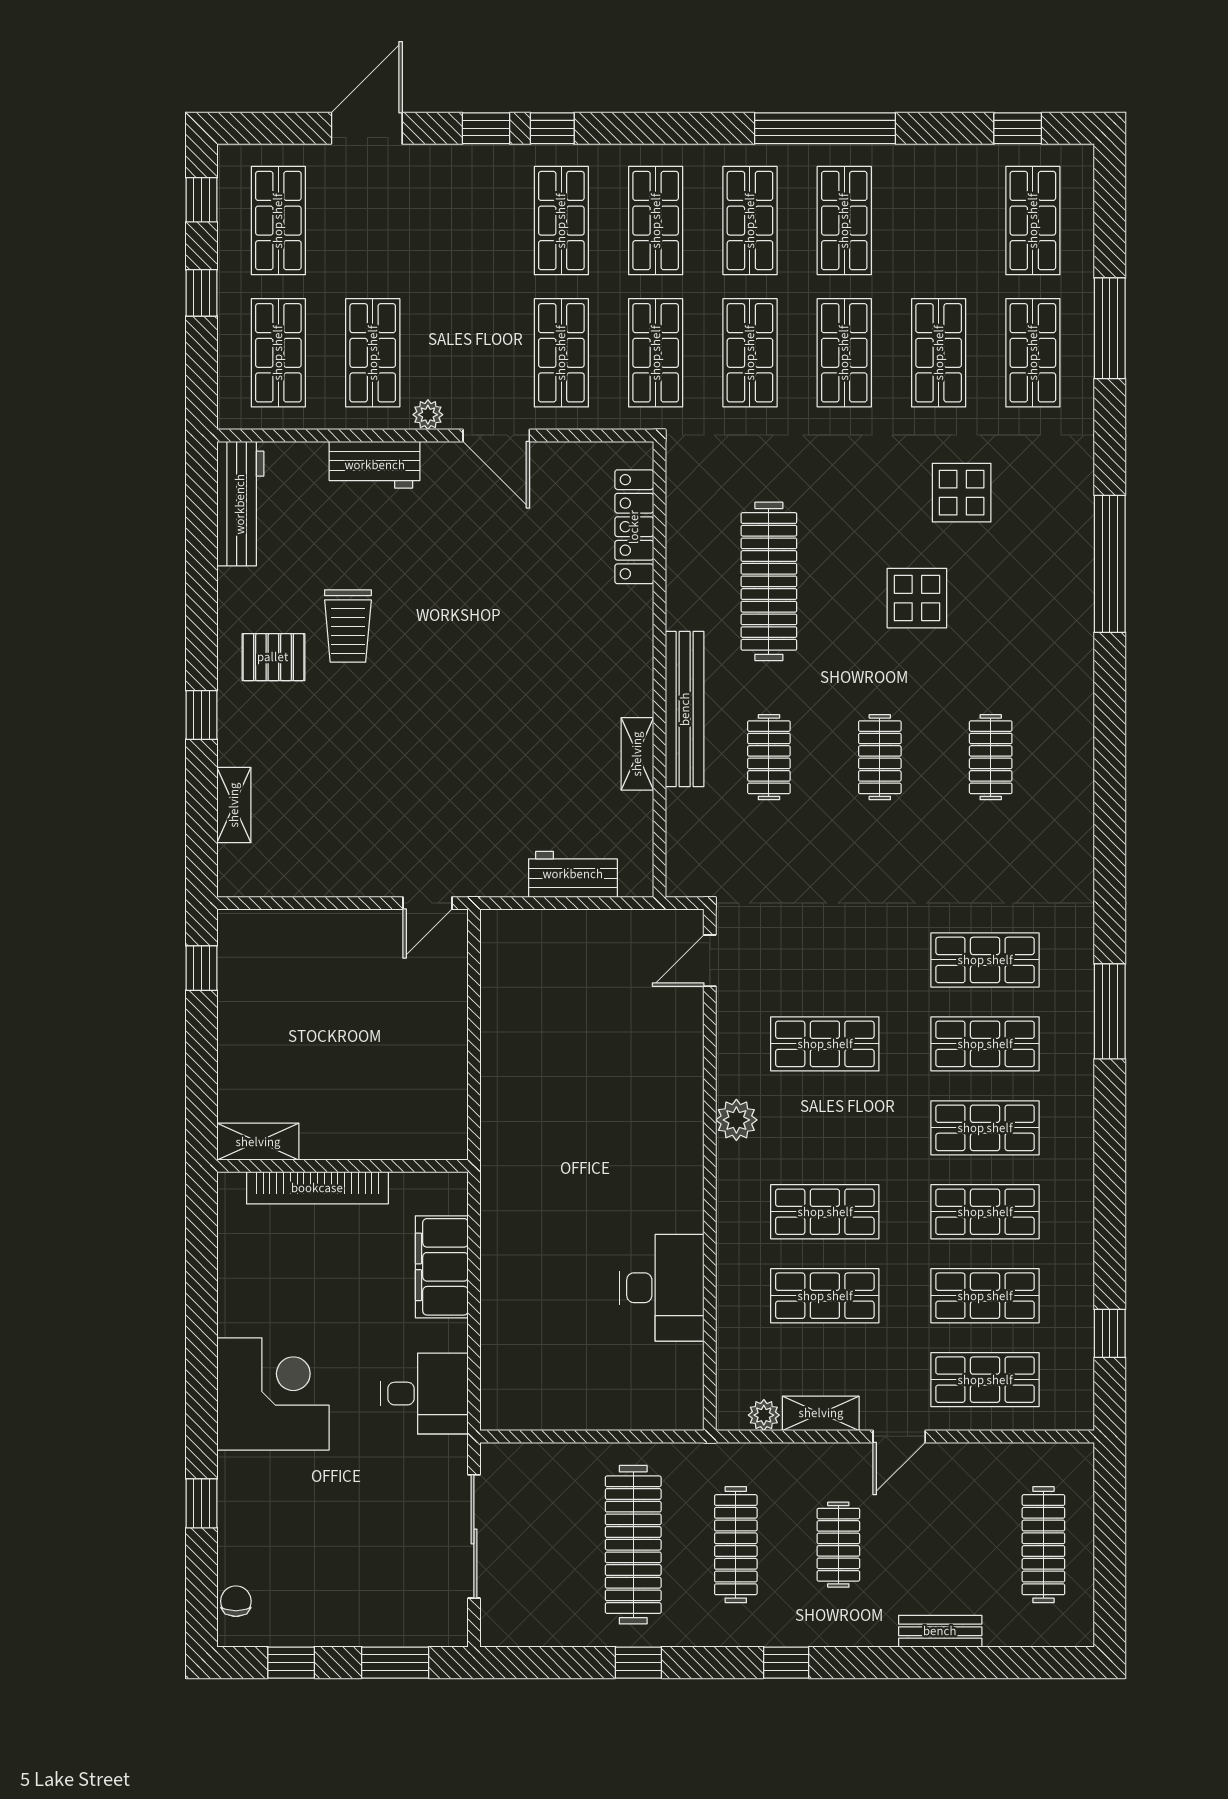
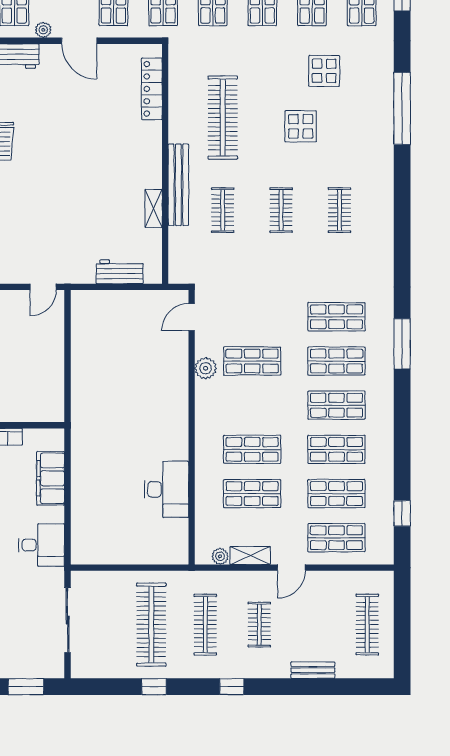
plant: (736, 1120) -> (206, 368), moved

